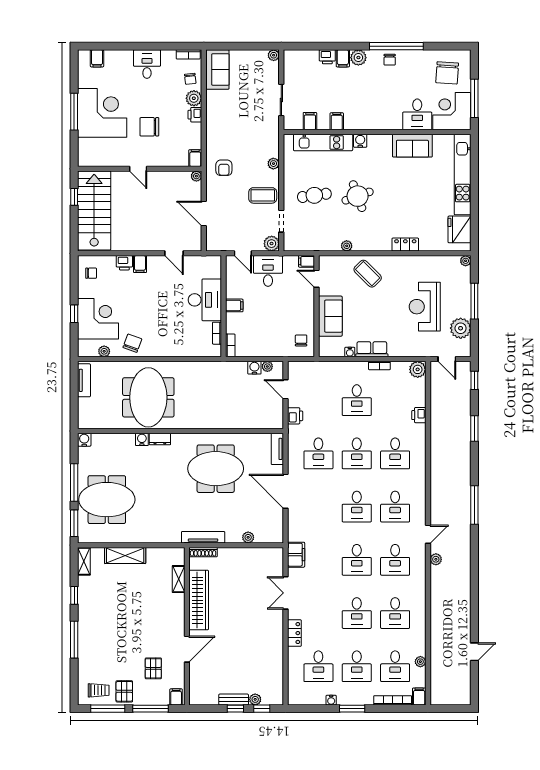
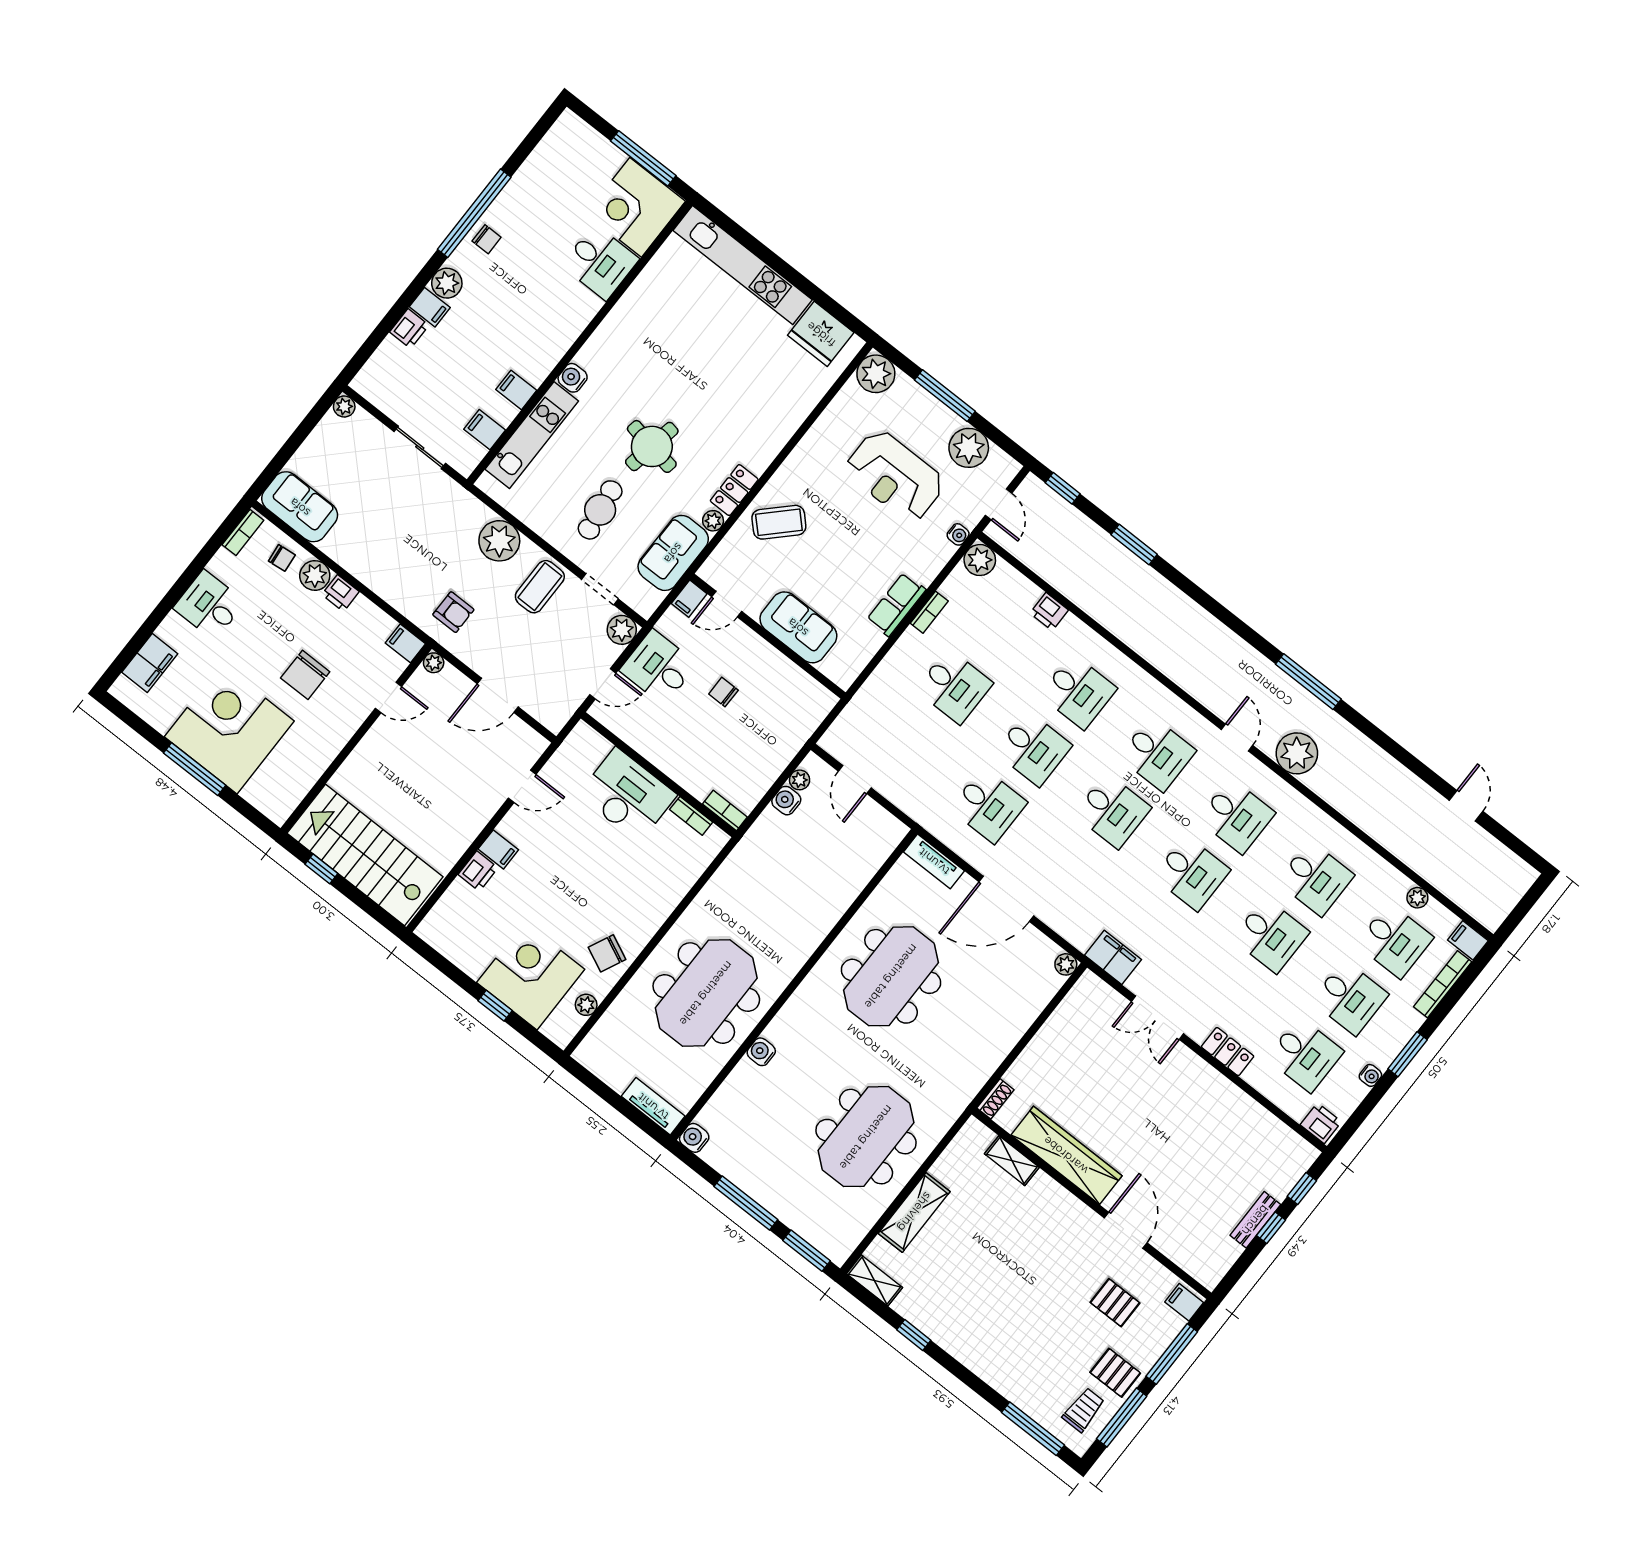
filing cabinet: (97, 58) -> (150, 663), width x2.00
chair: (447, 73) -> (573, 169), removed
sofa: (412, 146) -> (673, 553), moved, turned 180
plant: (273, 164) -> (499, 541), width x1.88, depth x1.88
door: (138, 169) -> (388, 698), moved
round table: (358, 196) -> (652, 446), turned 30
locker: (405, 245) -> (734, 490), moved
plant: (466, 261) -> (876, 374), width x1.88, depth x1.88
chair: (91, 273) -> (455, 933), removed
filing cabinet: (234, 305) -> (670, 758), removed
chair: (301, 340) -> (723, 692), moved
chair: (132, 343) -> (607, 953), turned -85
water cooler: (350, 352) -> (958, 534), moved
door: (447, 359) -> (999, 504), hinge flipped
tv unit: (84, 380) -> (653, 1106), moved
door: (286, 389) -> (855, 780), hinge flipped
meeting table: (148, 397) -> (706, 993), turned 90
printer: (295, 416) -> (1321, 1123), moved
dresser: (160, 439) -> (782, 1025), removed
meeting table: (107, 500) -> (866, 1137), moved
window: (474, 505) -> (1308, 682), moved
tv unit: (203, 537) -> (978, 1075), removed
plant: (248, 537) -> (1066, 964), moved
shoe rack: (203, 552) -> (995, 1099), width x0.70
plant: (436, 559) -> (1297, 753), width x1.88, depth x1.88
window: (74, 640) -> (1033, 1429), moved
plant: (255, 699) -> (1280, 1187), removed

